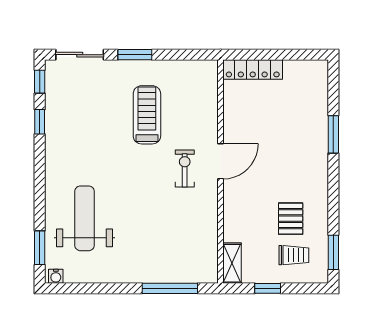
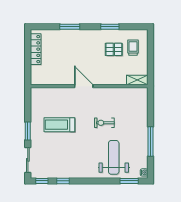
locker: (253, 70) -> (36, 49), moved
exercise bike: (185, 168) -> (104, 123), moved
weight bench: (85, 218) -> (114, 157), turned 90
window: (333, 252) -> (110, 27), moved
window: (170, 288) -> (150, 142), moved
window: (268, 288) -> (150, 61), removed

